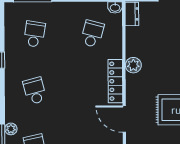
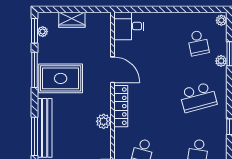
school desk: (35, 91) -> (198, 97), width x1.85

